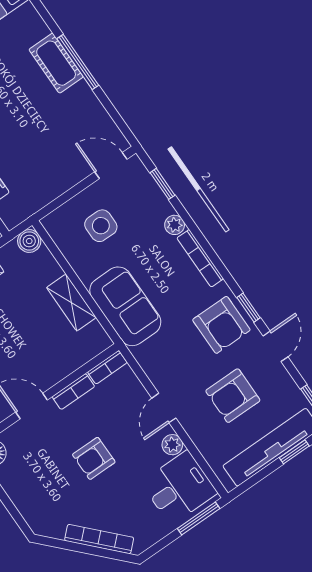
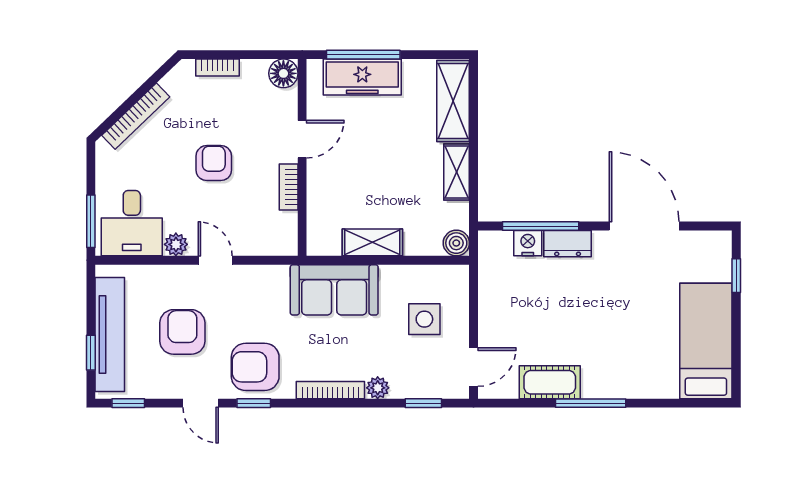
cot: (56, 63) -> (550, 382), moved
bookcase: (107, 367) -> (218, 68), moved, turned -90

